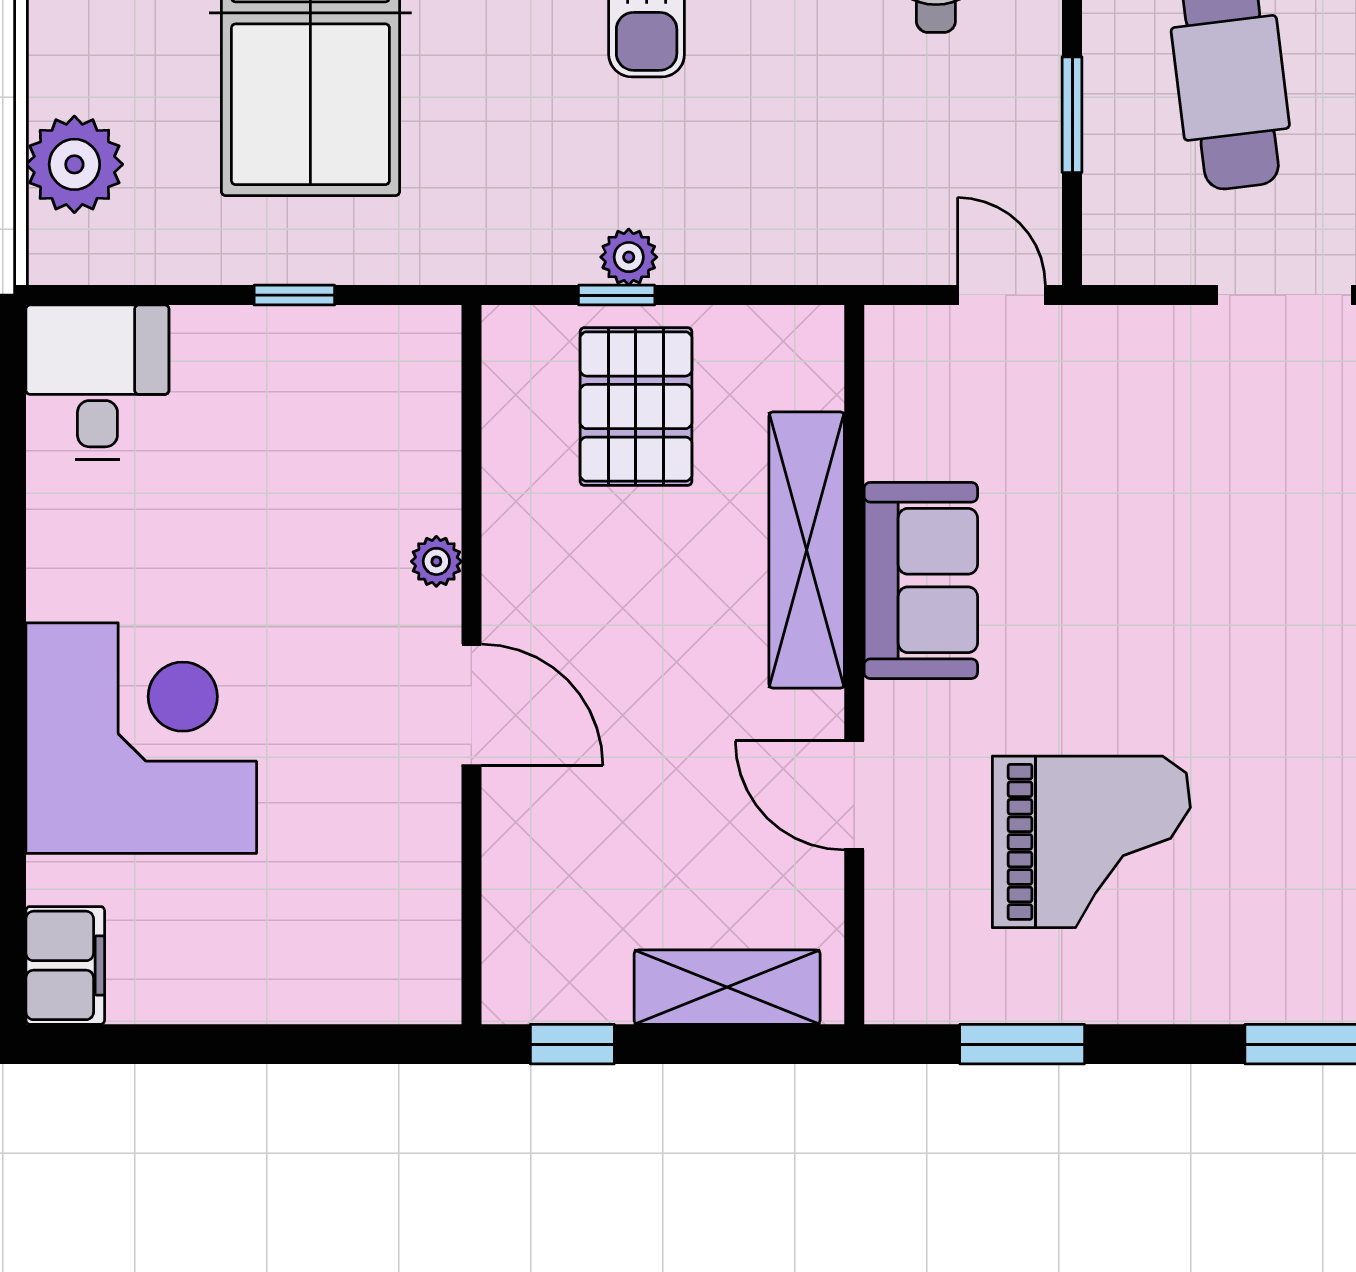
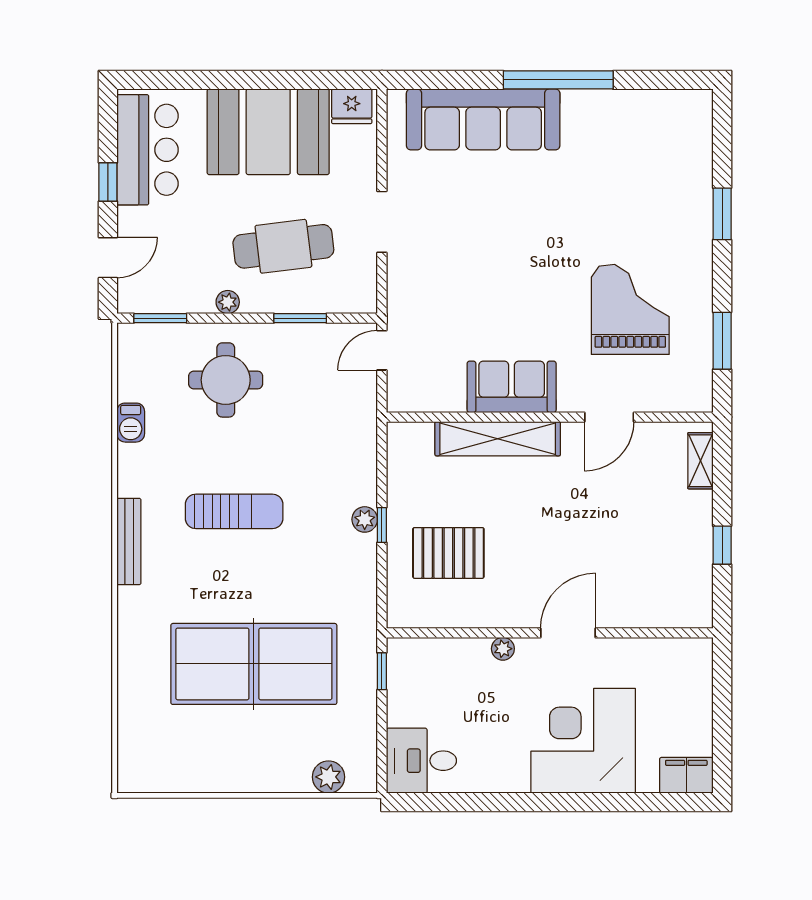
plant: (74, 164) -> (329, 777), width x0.73, depth x0.73
pallet: (636, 407) -> (448, 553), moved
plant: (436, 561) -> (503, 649), moved
wall: (471, 665) -> (550, 633), moved
door: (471, 705) -> (568, 633), moved
shelving: (727, 987) -> (700, 461), width x0.67, depth x0.75

